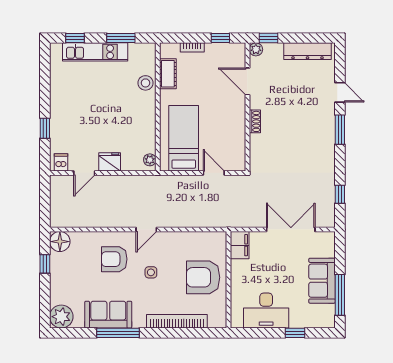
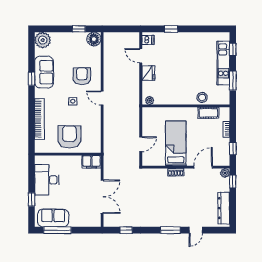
bed: (184, 138) -> (176, 143), moved, turned -90
sofa: (322, 281) -> (53, 218), moved
window: (118, 333) -> (32, 79), width x0.46

